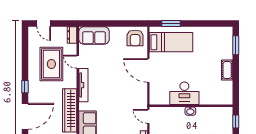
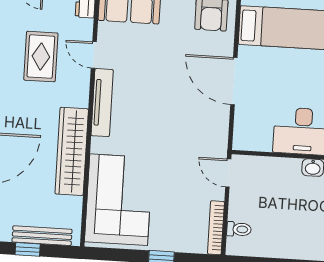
rug: (51, 64) -> (41, 57), width x0.73, depth x0.70

